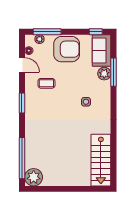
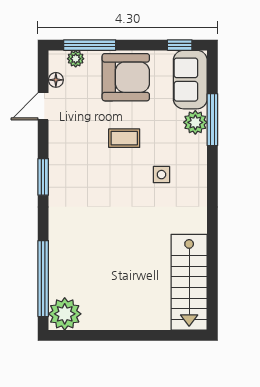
door: (22, 65) -> (43, 106), swing flipped
coffee table: (46, 83) -> (124, 138), moved

